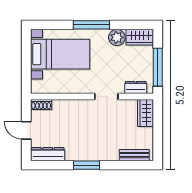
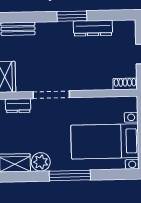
doorway: (106, 96) -> (51, 95), width x1.38
dresser: (48, 154) -> (93, 28), moved

